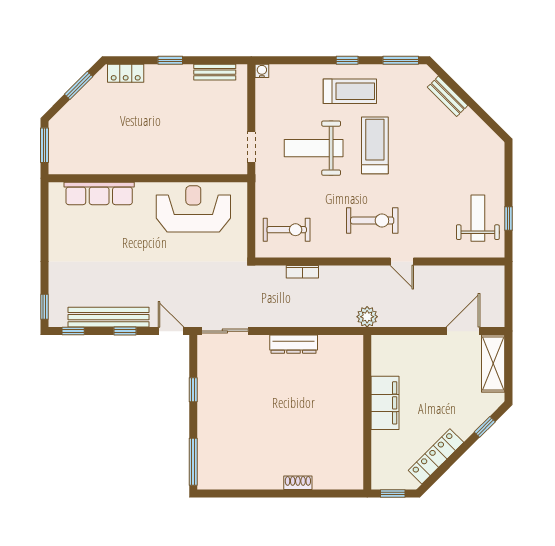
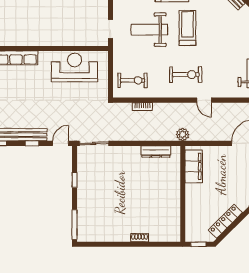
door: (171, 331) -> (61, 143), hinge flipped
dresser: (294, 344) -> (156, 152), moved
filing cabinet: (385, 403) -> (194, 166), moved

